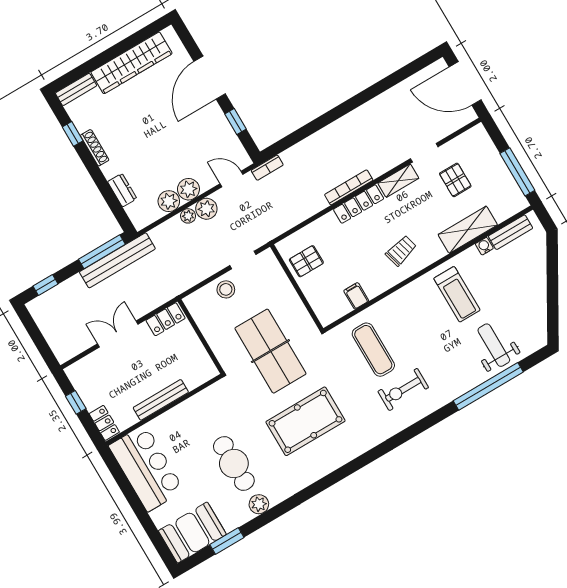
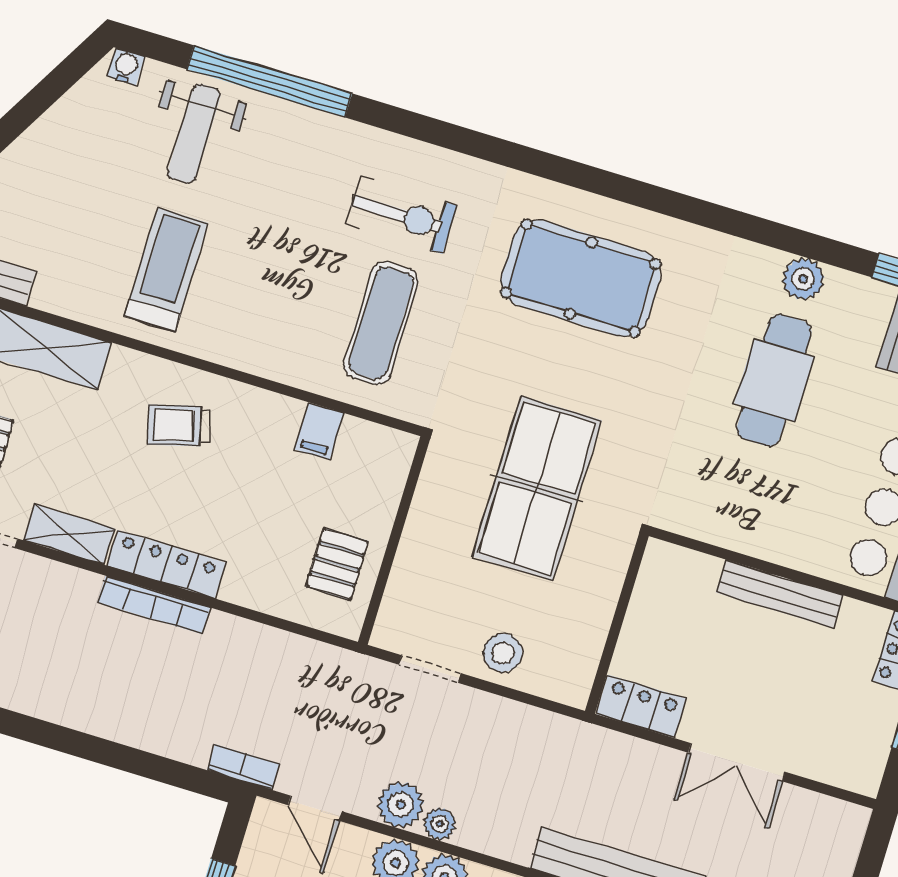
water cooler: (484, 246) -> (126, 67), moved, turned 180
pallet: (306, 261) -> (337, 564), turned 90
pool table: (306, 421) -> (581, 278), moved

